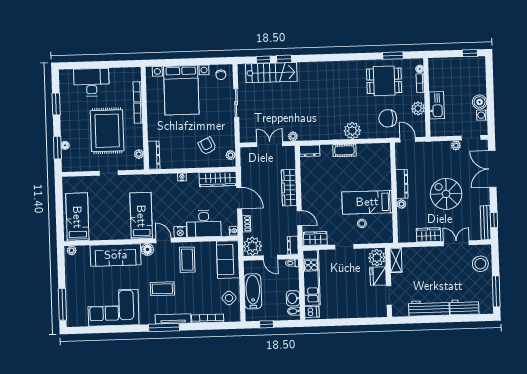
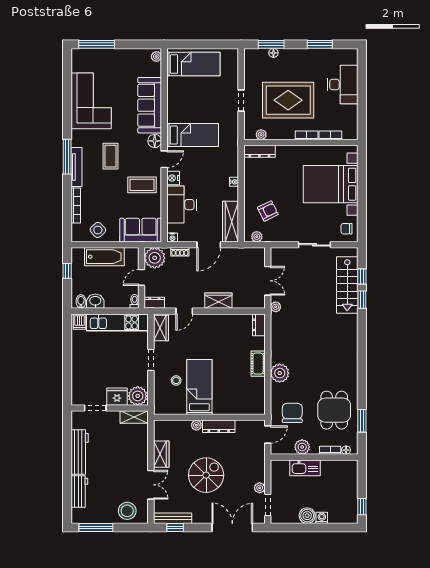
washing machine: (482, 115) -> (322, 518), moved
wardrobe: (289, 188) -> (218, 301), width x0.67

